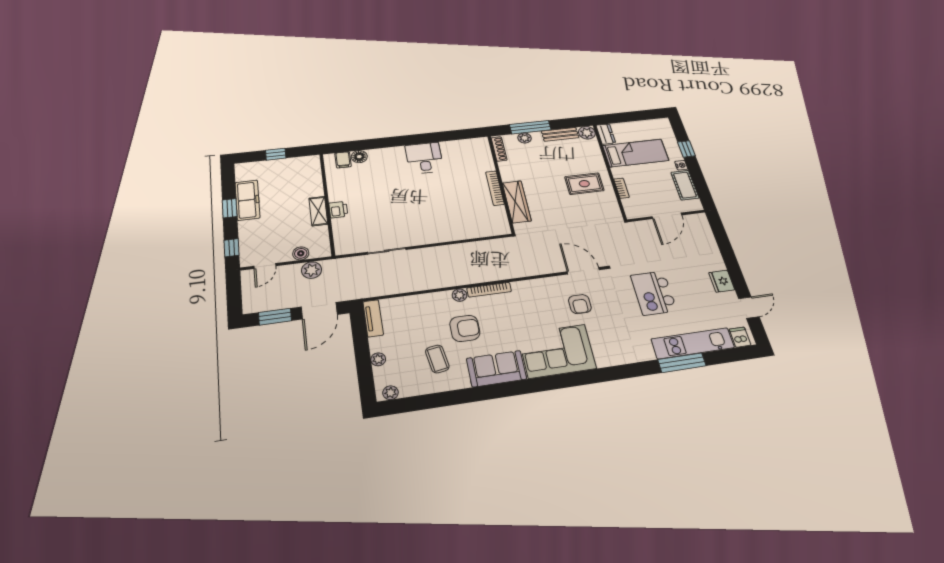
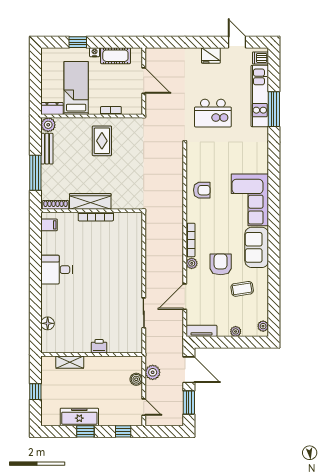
plant: (525, 138) -> (47, 180), removed
filing cabinet: (343, 160) -> (49, 225), moved
wardrobe: (517, 202) -> (90, 201), moved
shelving: (318, 211) -> (70, 362), moved
door: (583, 271) -> (185, 297), moved
armchair: (580, 304) -> (202, 190), moved

